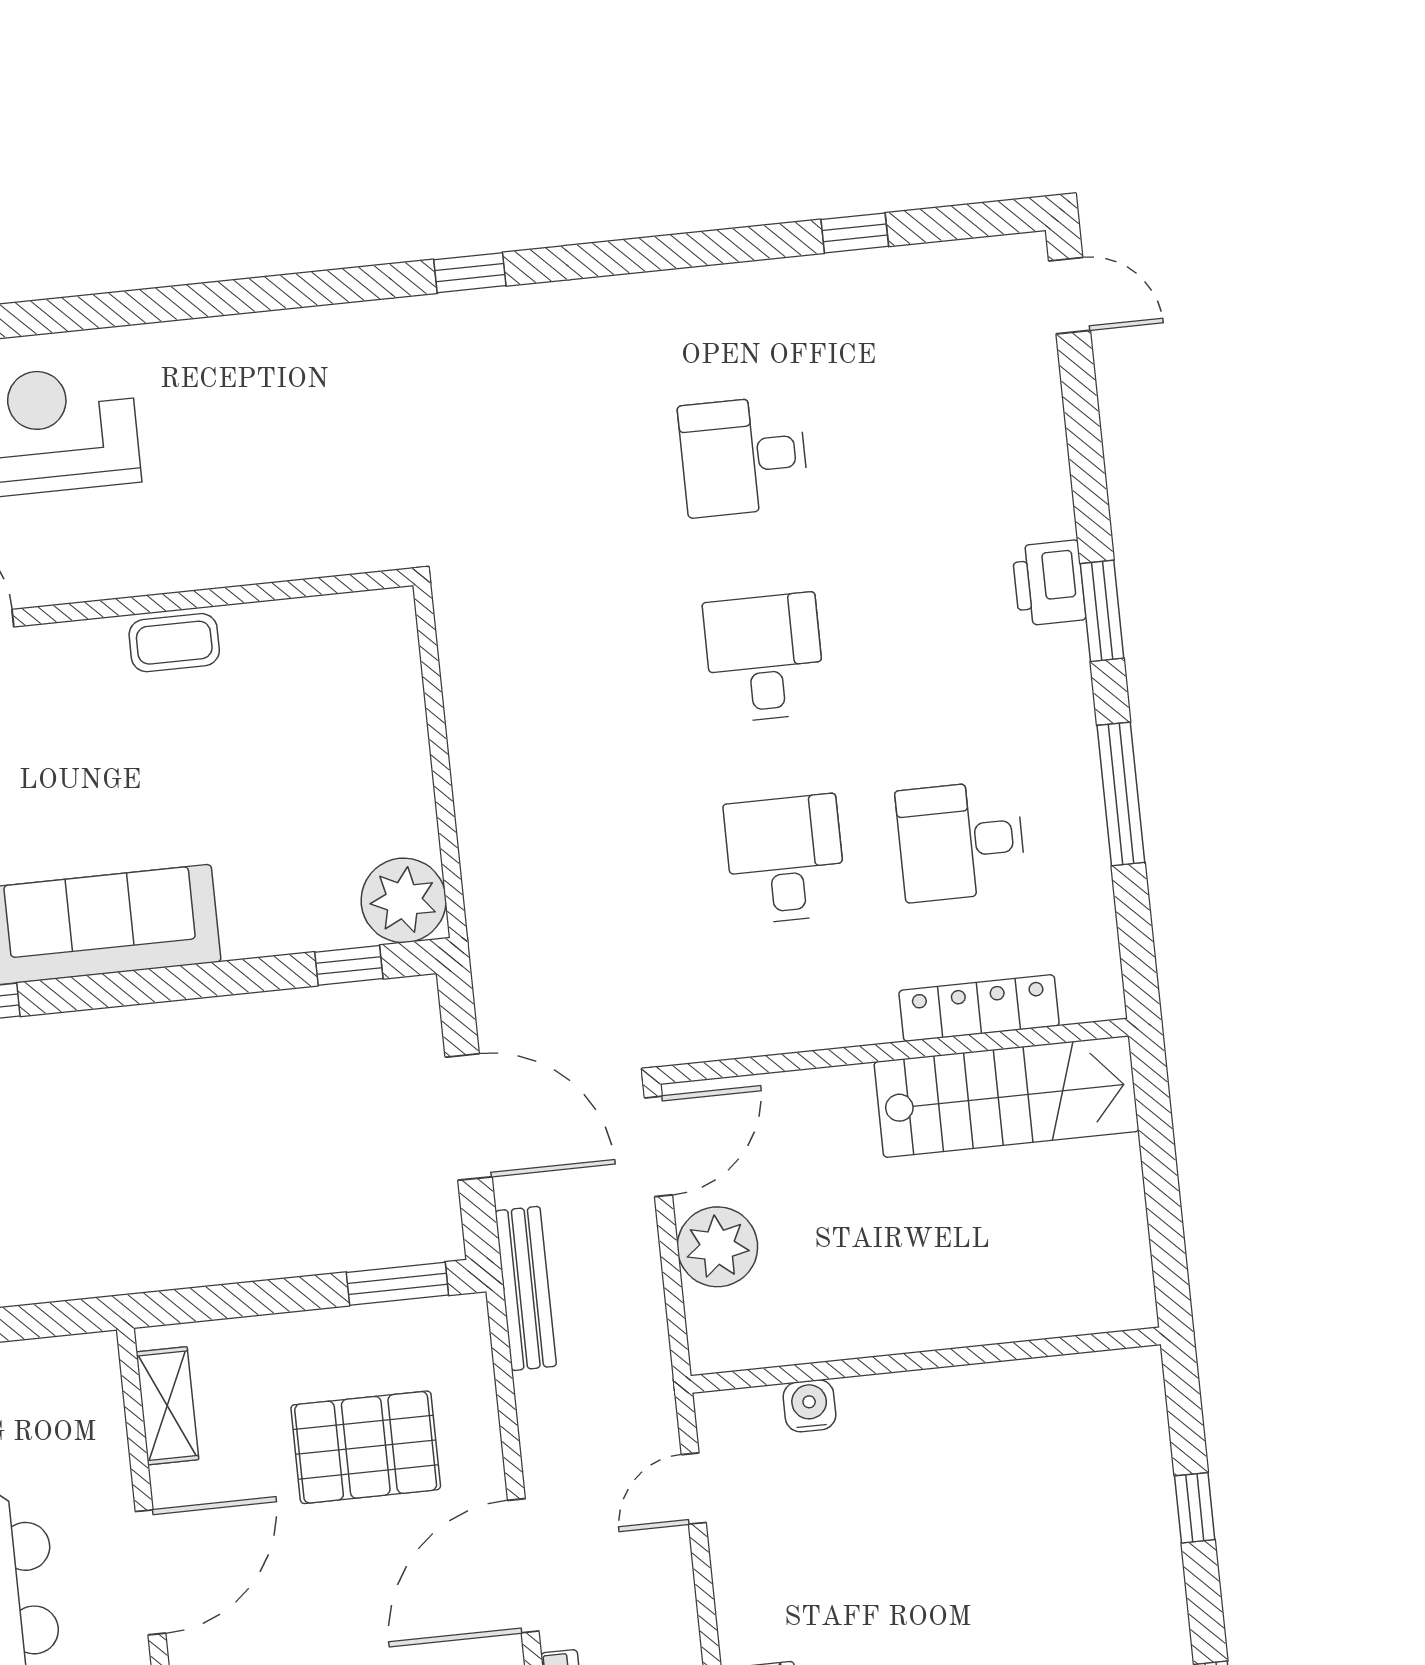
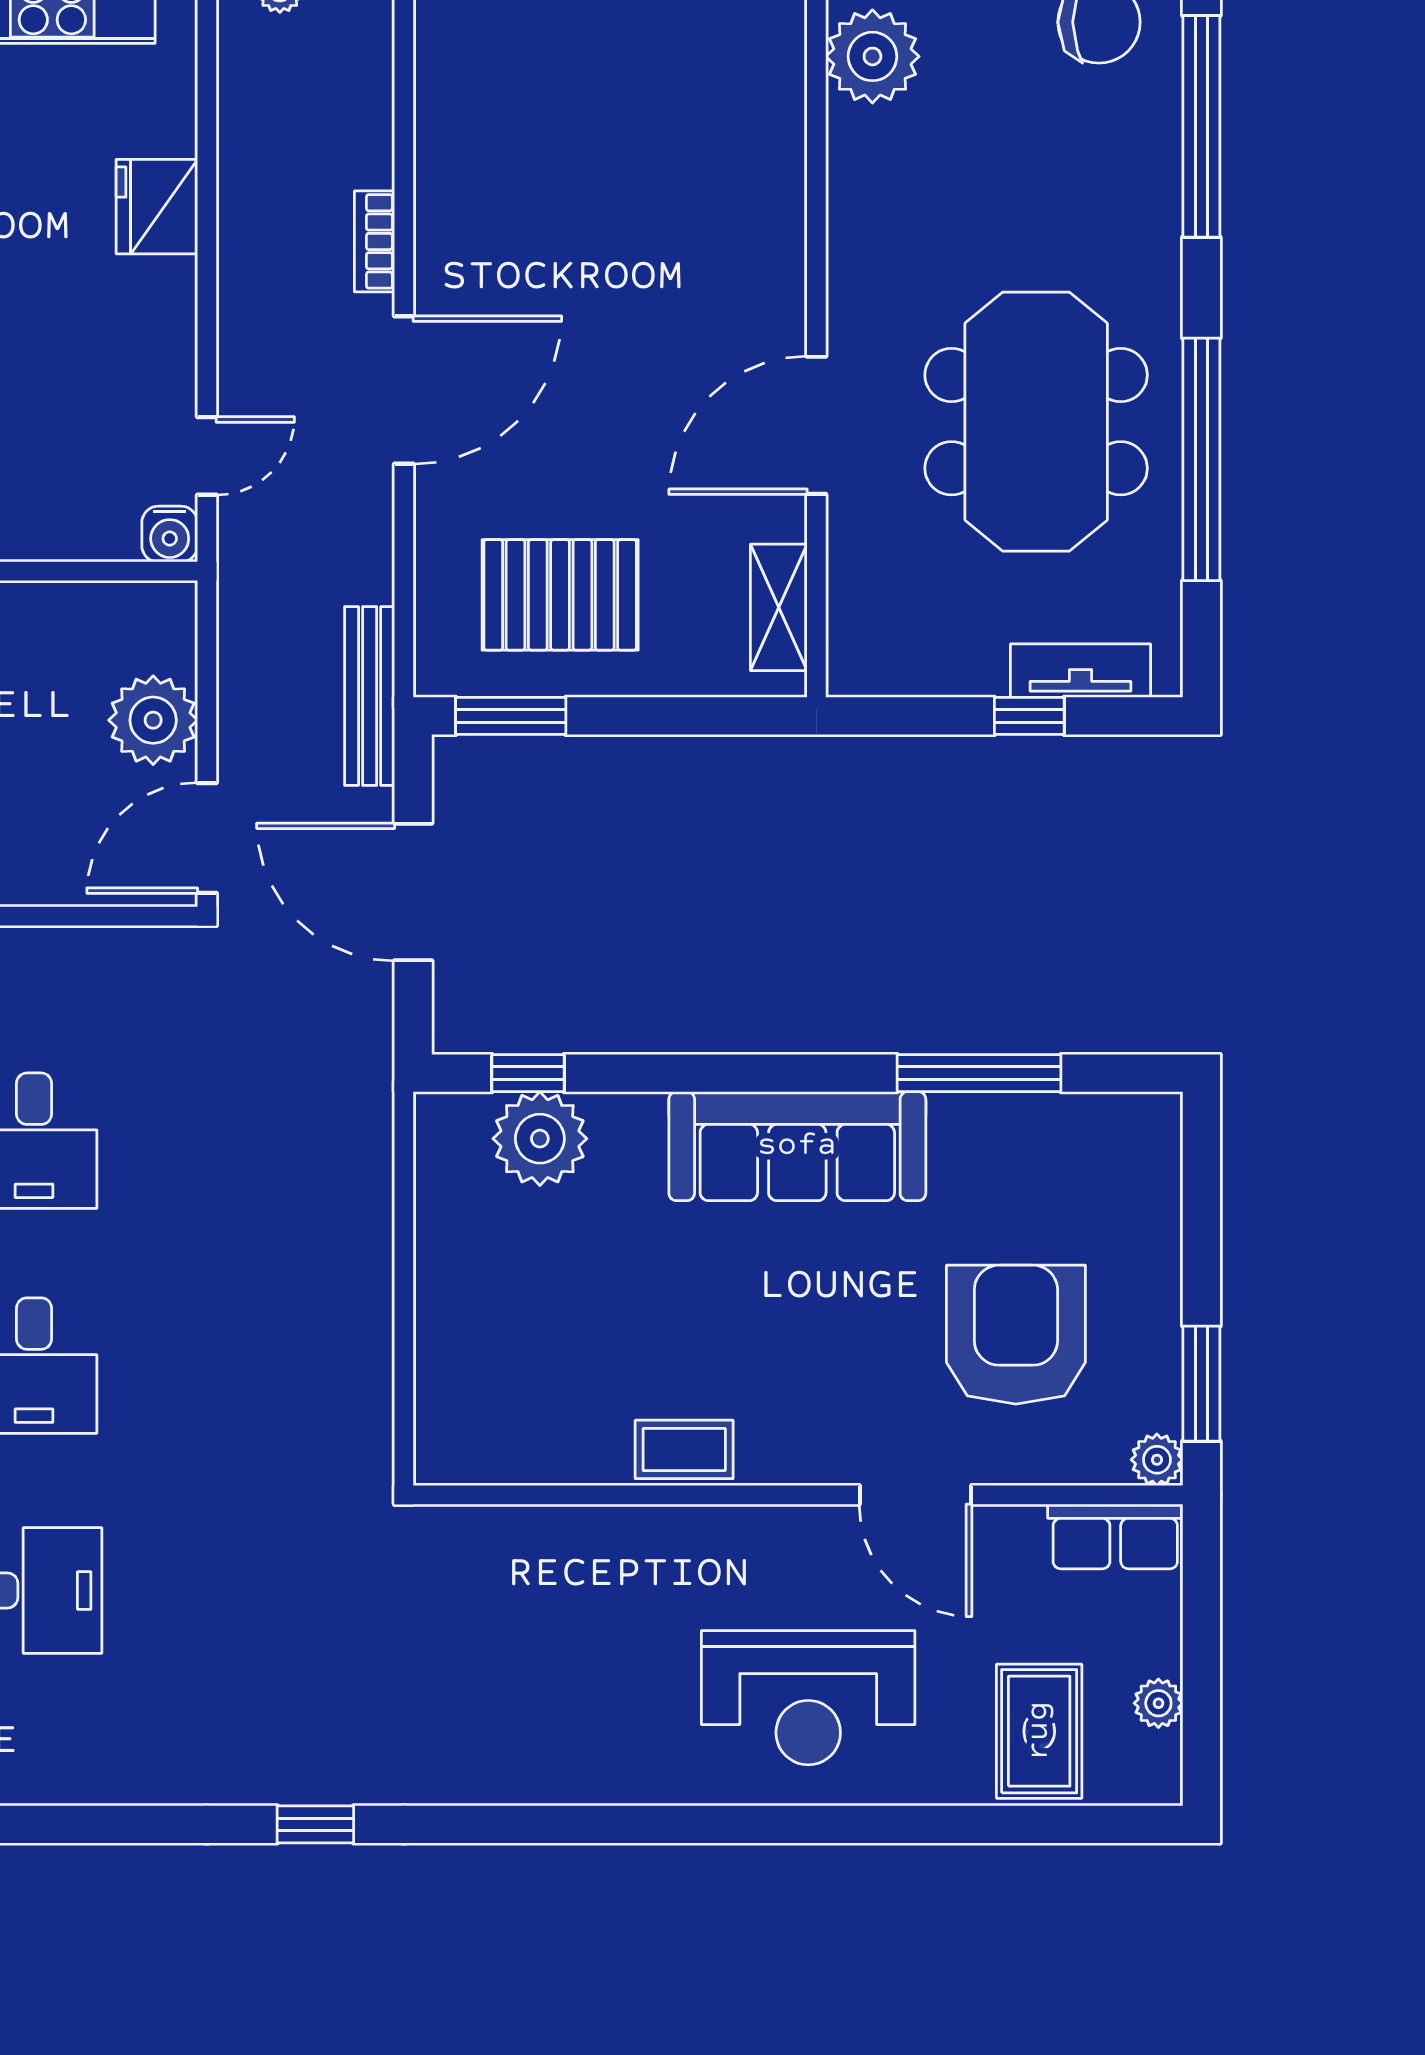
plant: (404, 900) -> (540, 1139), moved
water cooler: (809, 1406) -> (170, 534), moved
pallet: (366, 1447) -> (560, 595), moved

